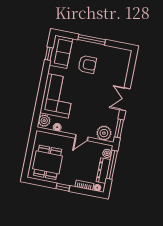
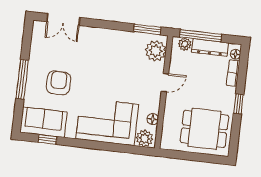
double door: (125, 99) -> (63, 20), moved
door: (82, 138) -> (165, 83), hinge flipped

